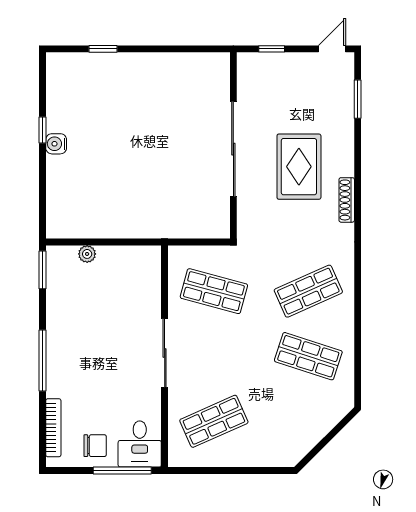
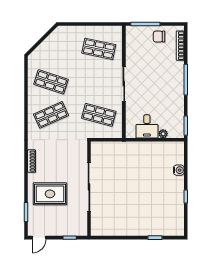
water cooler: (56, 144) -> (179, 170), moved
rug: (299, 167) -> (50, 194), moved, turned 90
shop shelf: (214, 421) -> (99, 49), turned 36
desk: (140, 444) -> (147, 126), moved, turned 180

